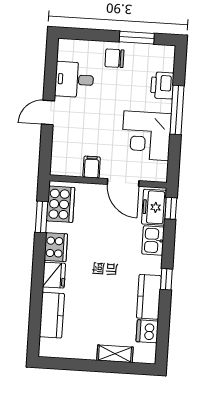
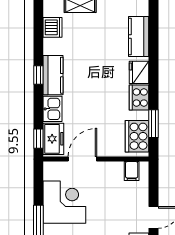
filing cabinet: (92, 167) -> (132, 171), moved
door: (123, 183) -> (82, 159), hinge flipped
kitchen counter: (149, 297) -> (53, 75), moved

